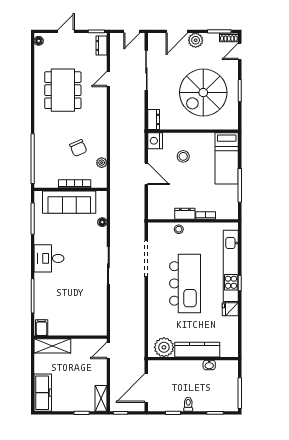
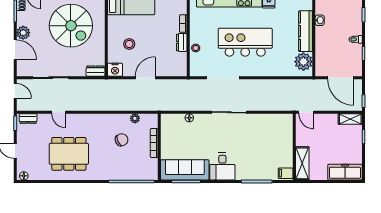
sofa: (69, 202) -> (185, 170), moved, turned -90

